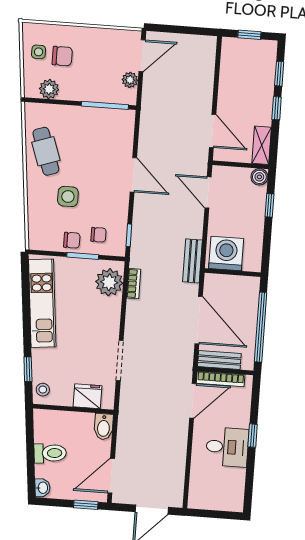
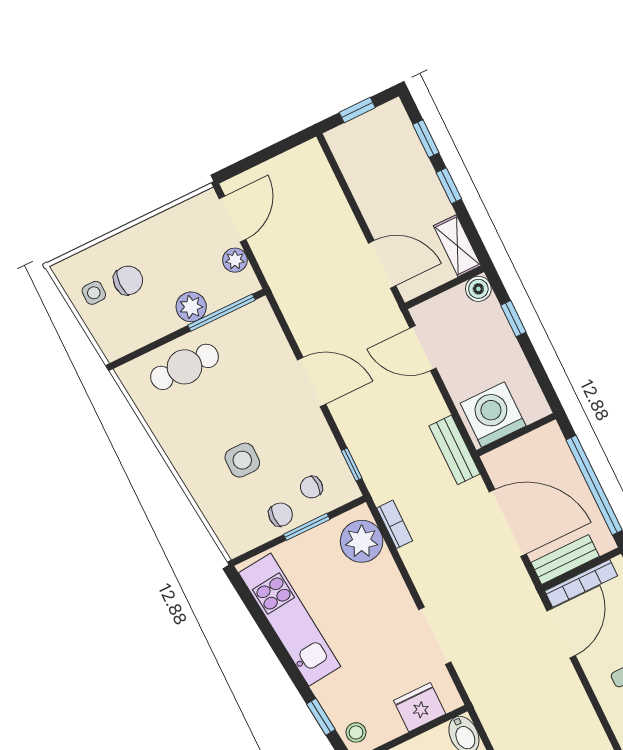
plant: (49, 89) -> (191, 307), moved
cafe table: (46, 151) -> (184, 367), moved, turned -71
chair: (98, 235) -> (311, 487), turned 180

